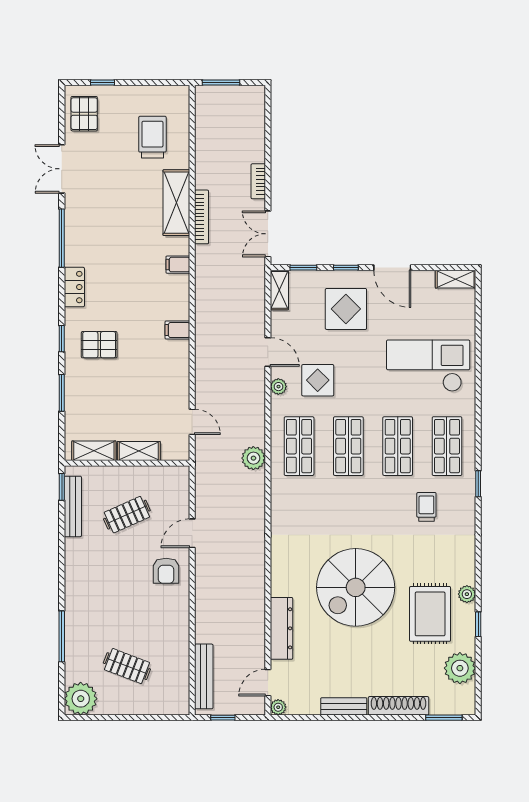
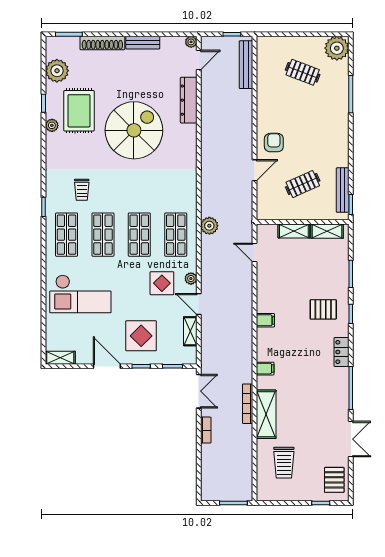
shelving: (279, 290) -> (190, 331), moved

